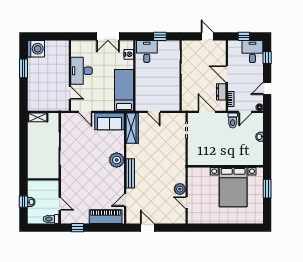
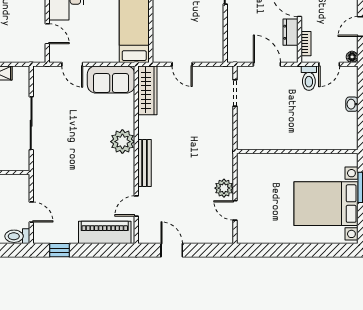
bed with nightstands: (233, 187) -> (326, 204), moved, turned 90

